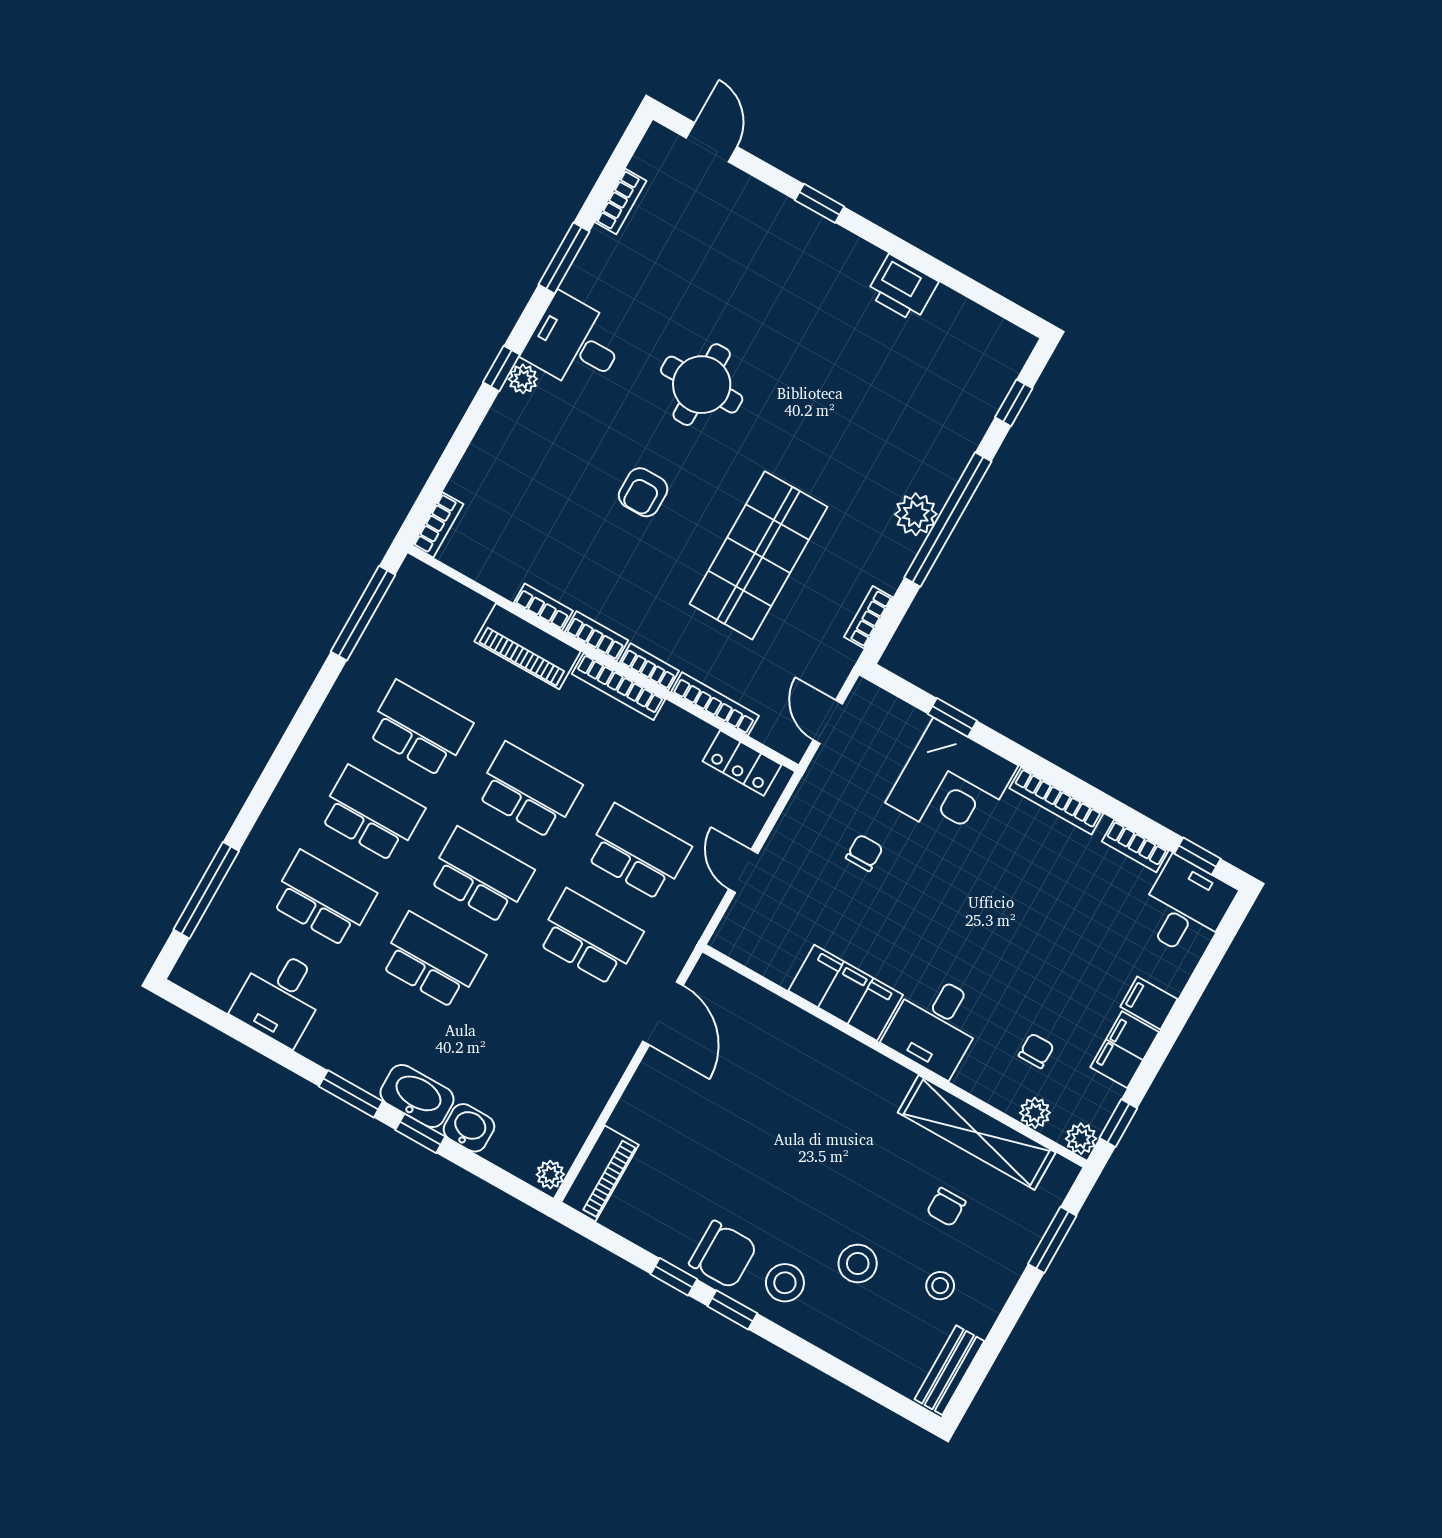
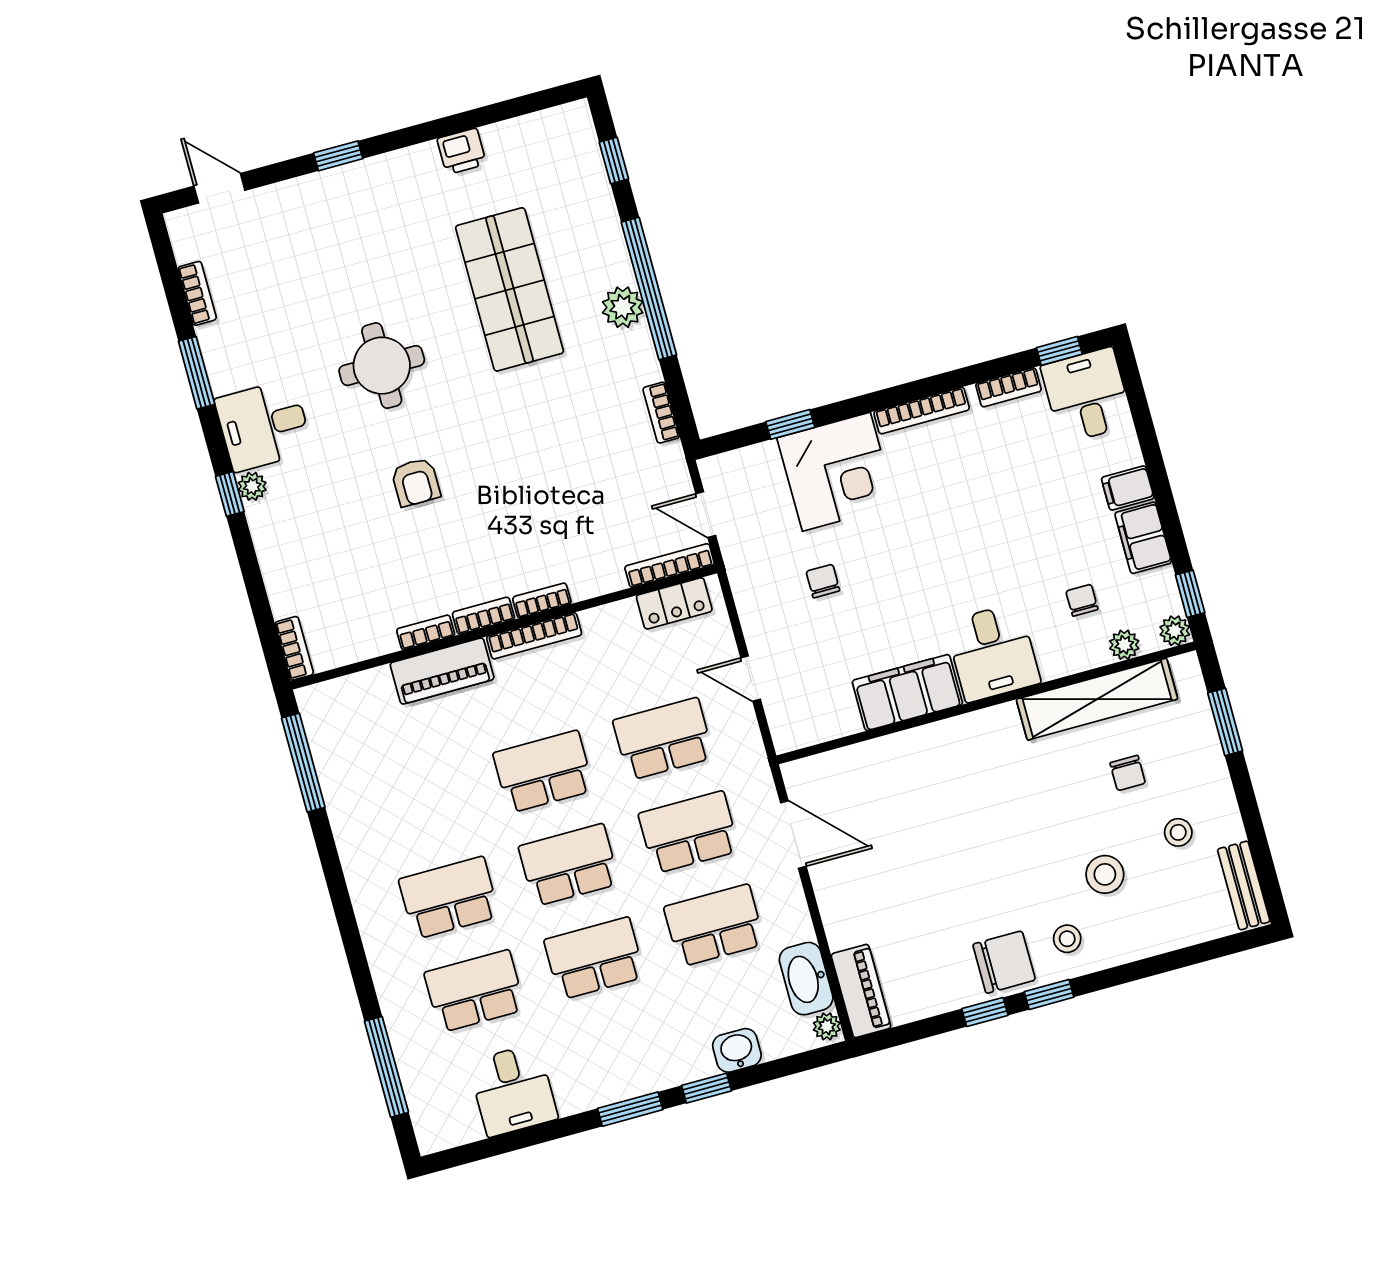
printer: (902, 288) -> (462, 151), width x0.73, depth x0.81
shop shelf: (759, 555) -> (510, 289), moved
bookcase: (715, 704) -> (670, 565), moved
school desk: (419, 729) -> (714, 926), moved
washbasin: (417, 1096) -> (806, 979), moved, turned -90
stool: (785, 1283) -> (1067, 939), width x0.73, depth x0.73

